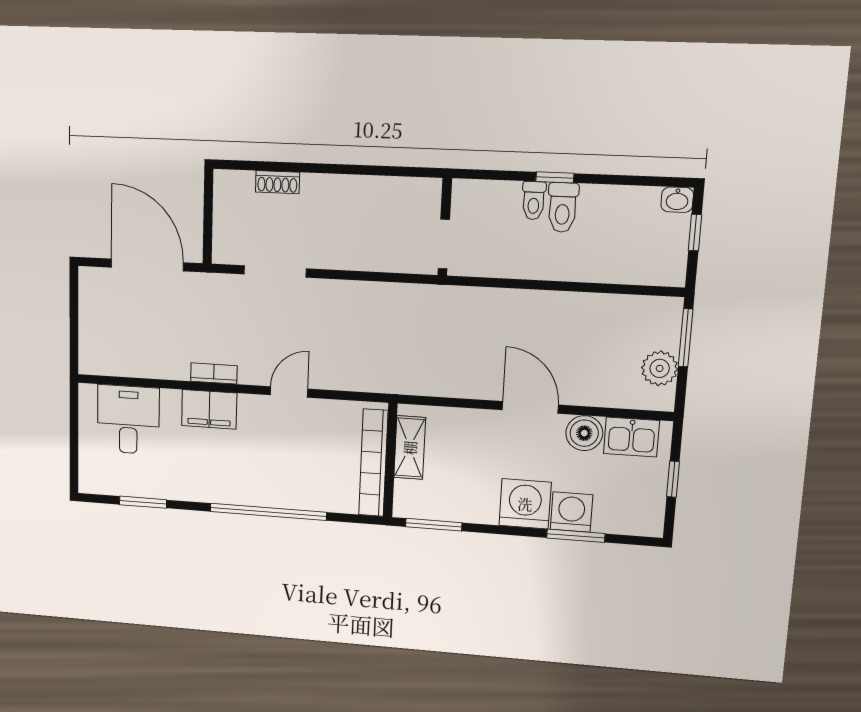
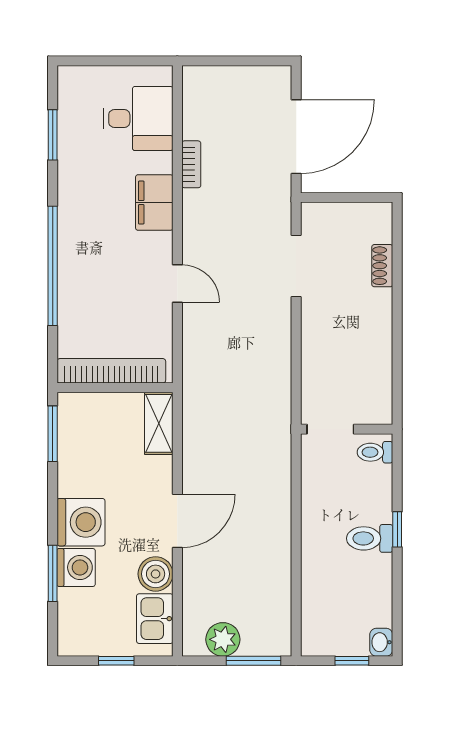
toilet: (534, 201) -> (375, 452), moved
bookcase: (214, 373) -> (191, 164), moved
shelving: (410, 448) -> (159, 423), moved, turned 90

